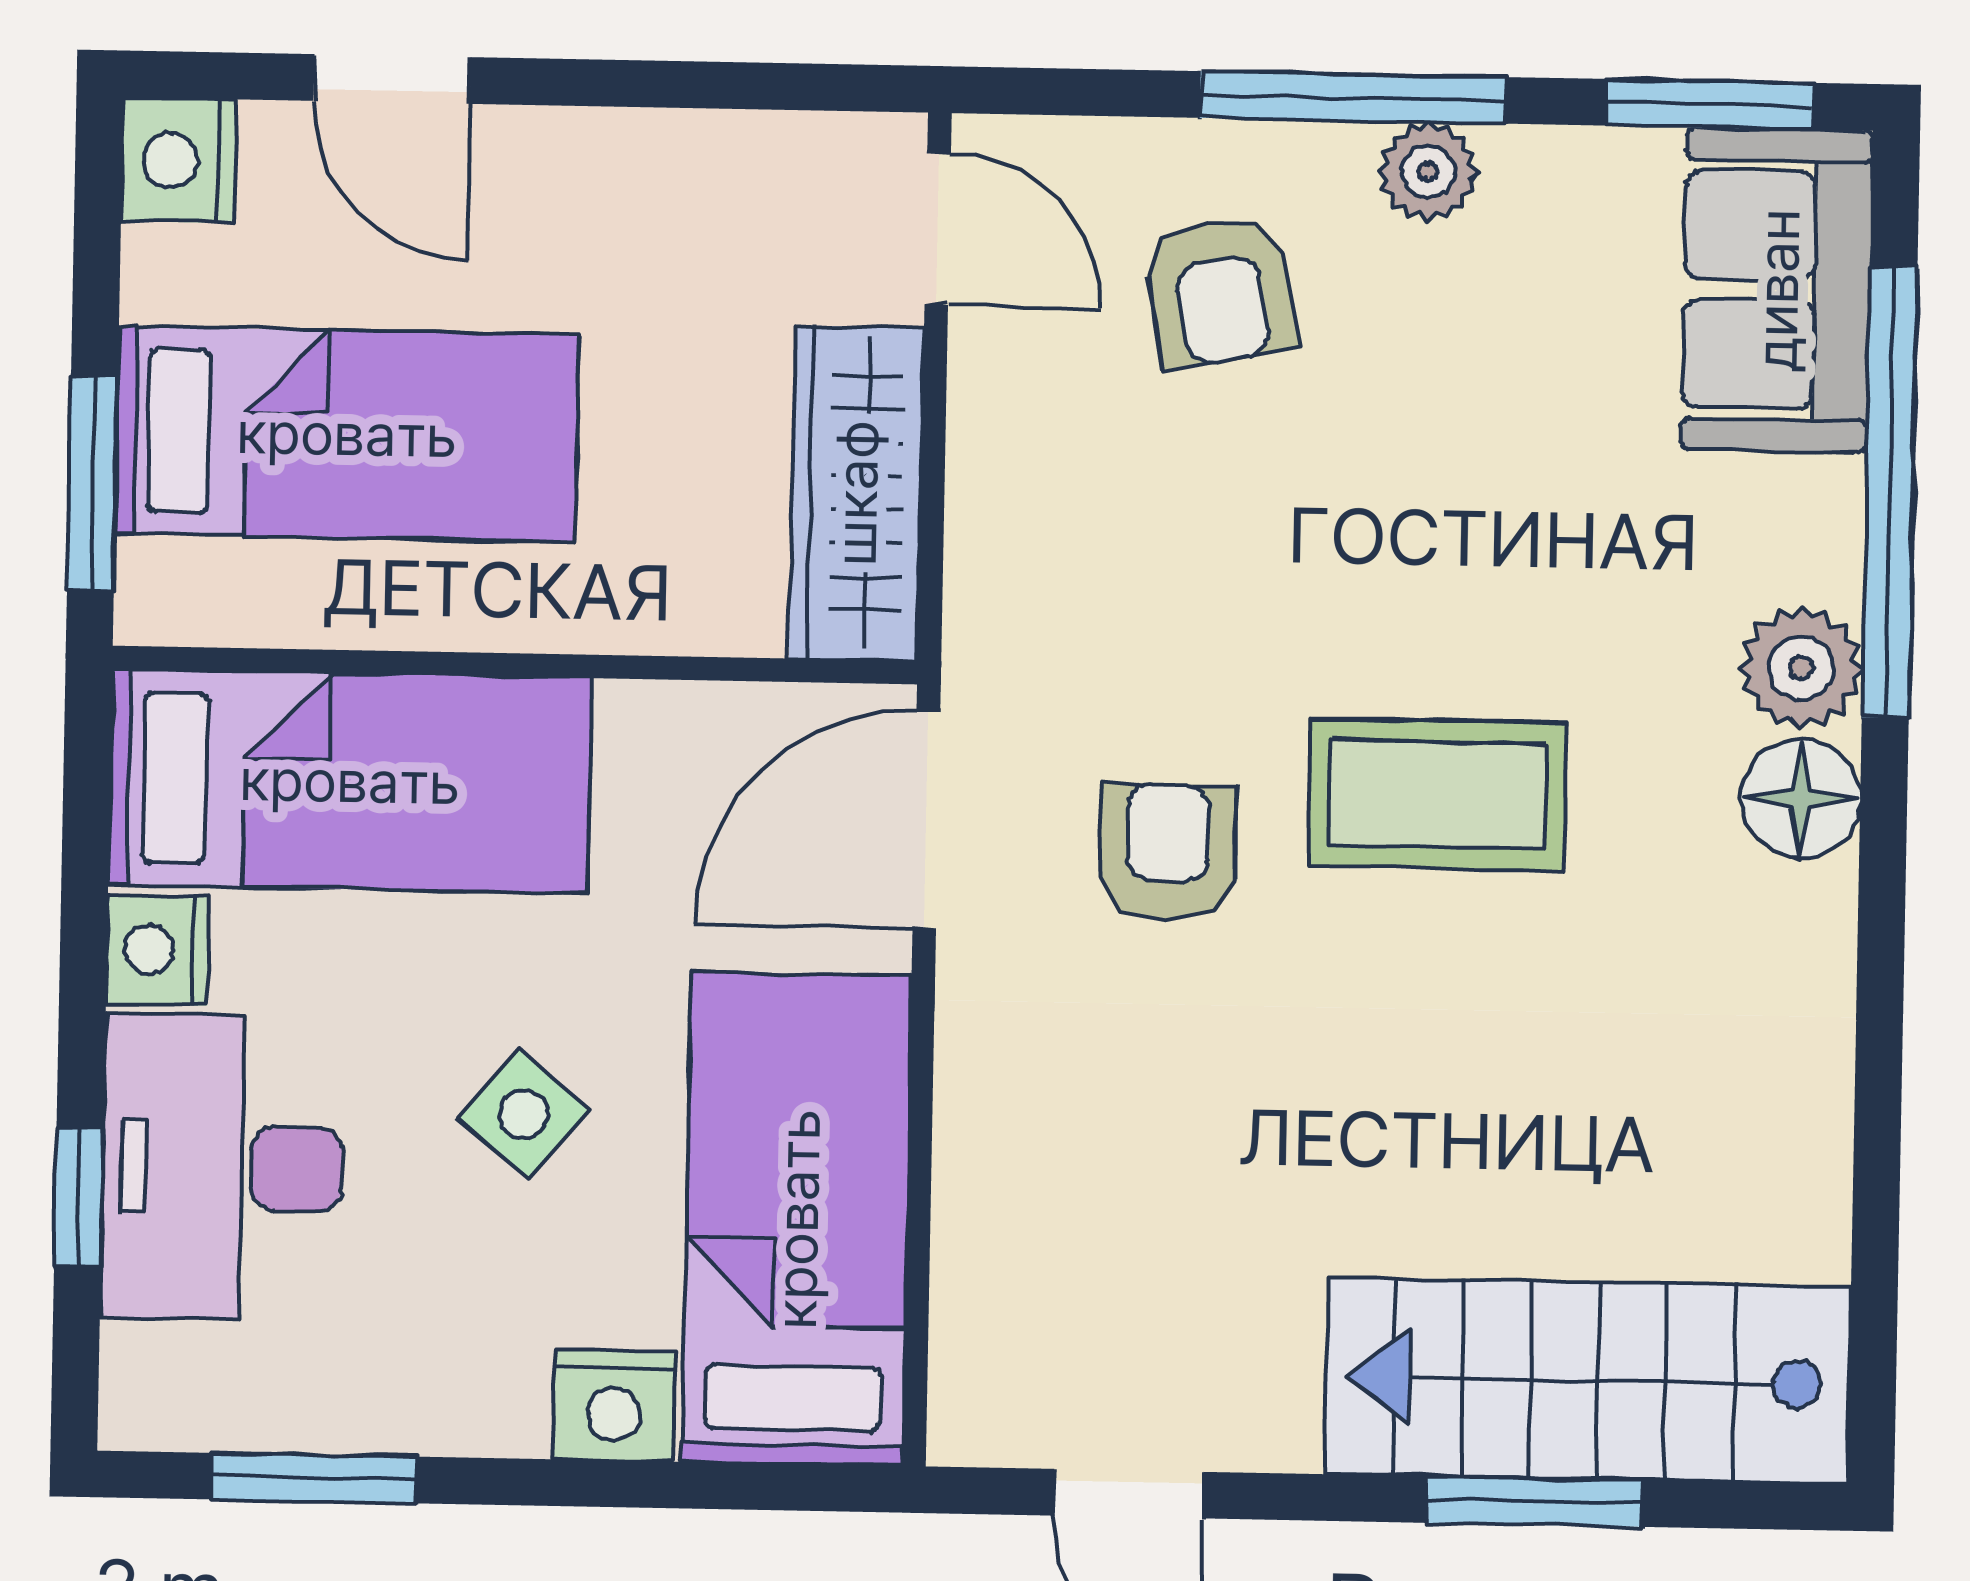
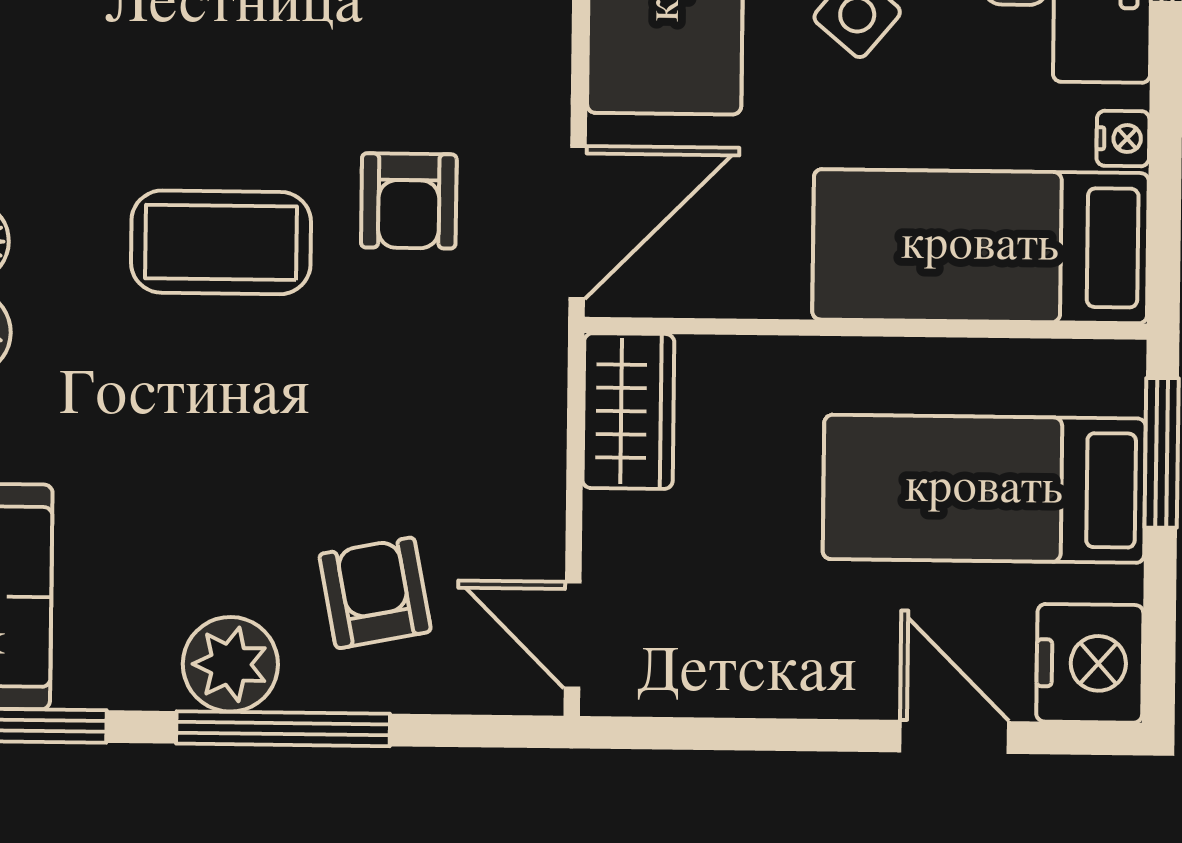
nightstand: (179, 160) -> (1090, 663), width x1.36, depth x1.33
plant: (1428, 172) -> (230, 664), width x1.38, depth x1.38
wardrobe: (856, 493) -> (628, 411), width x0.67
nightstand: (157, 950) -> (1123, 138), width x0.72, depth x0.74

